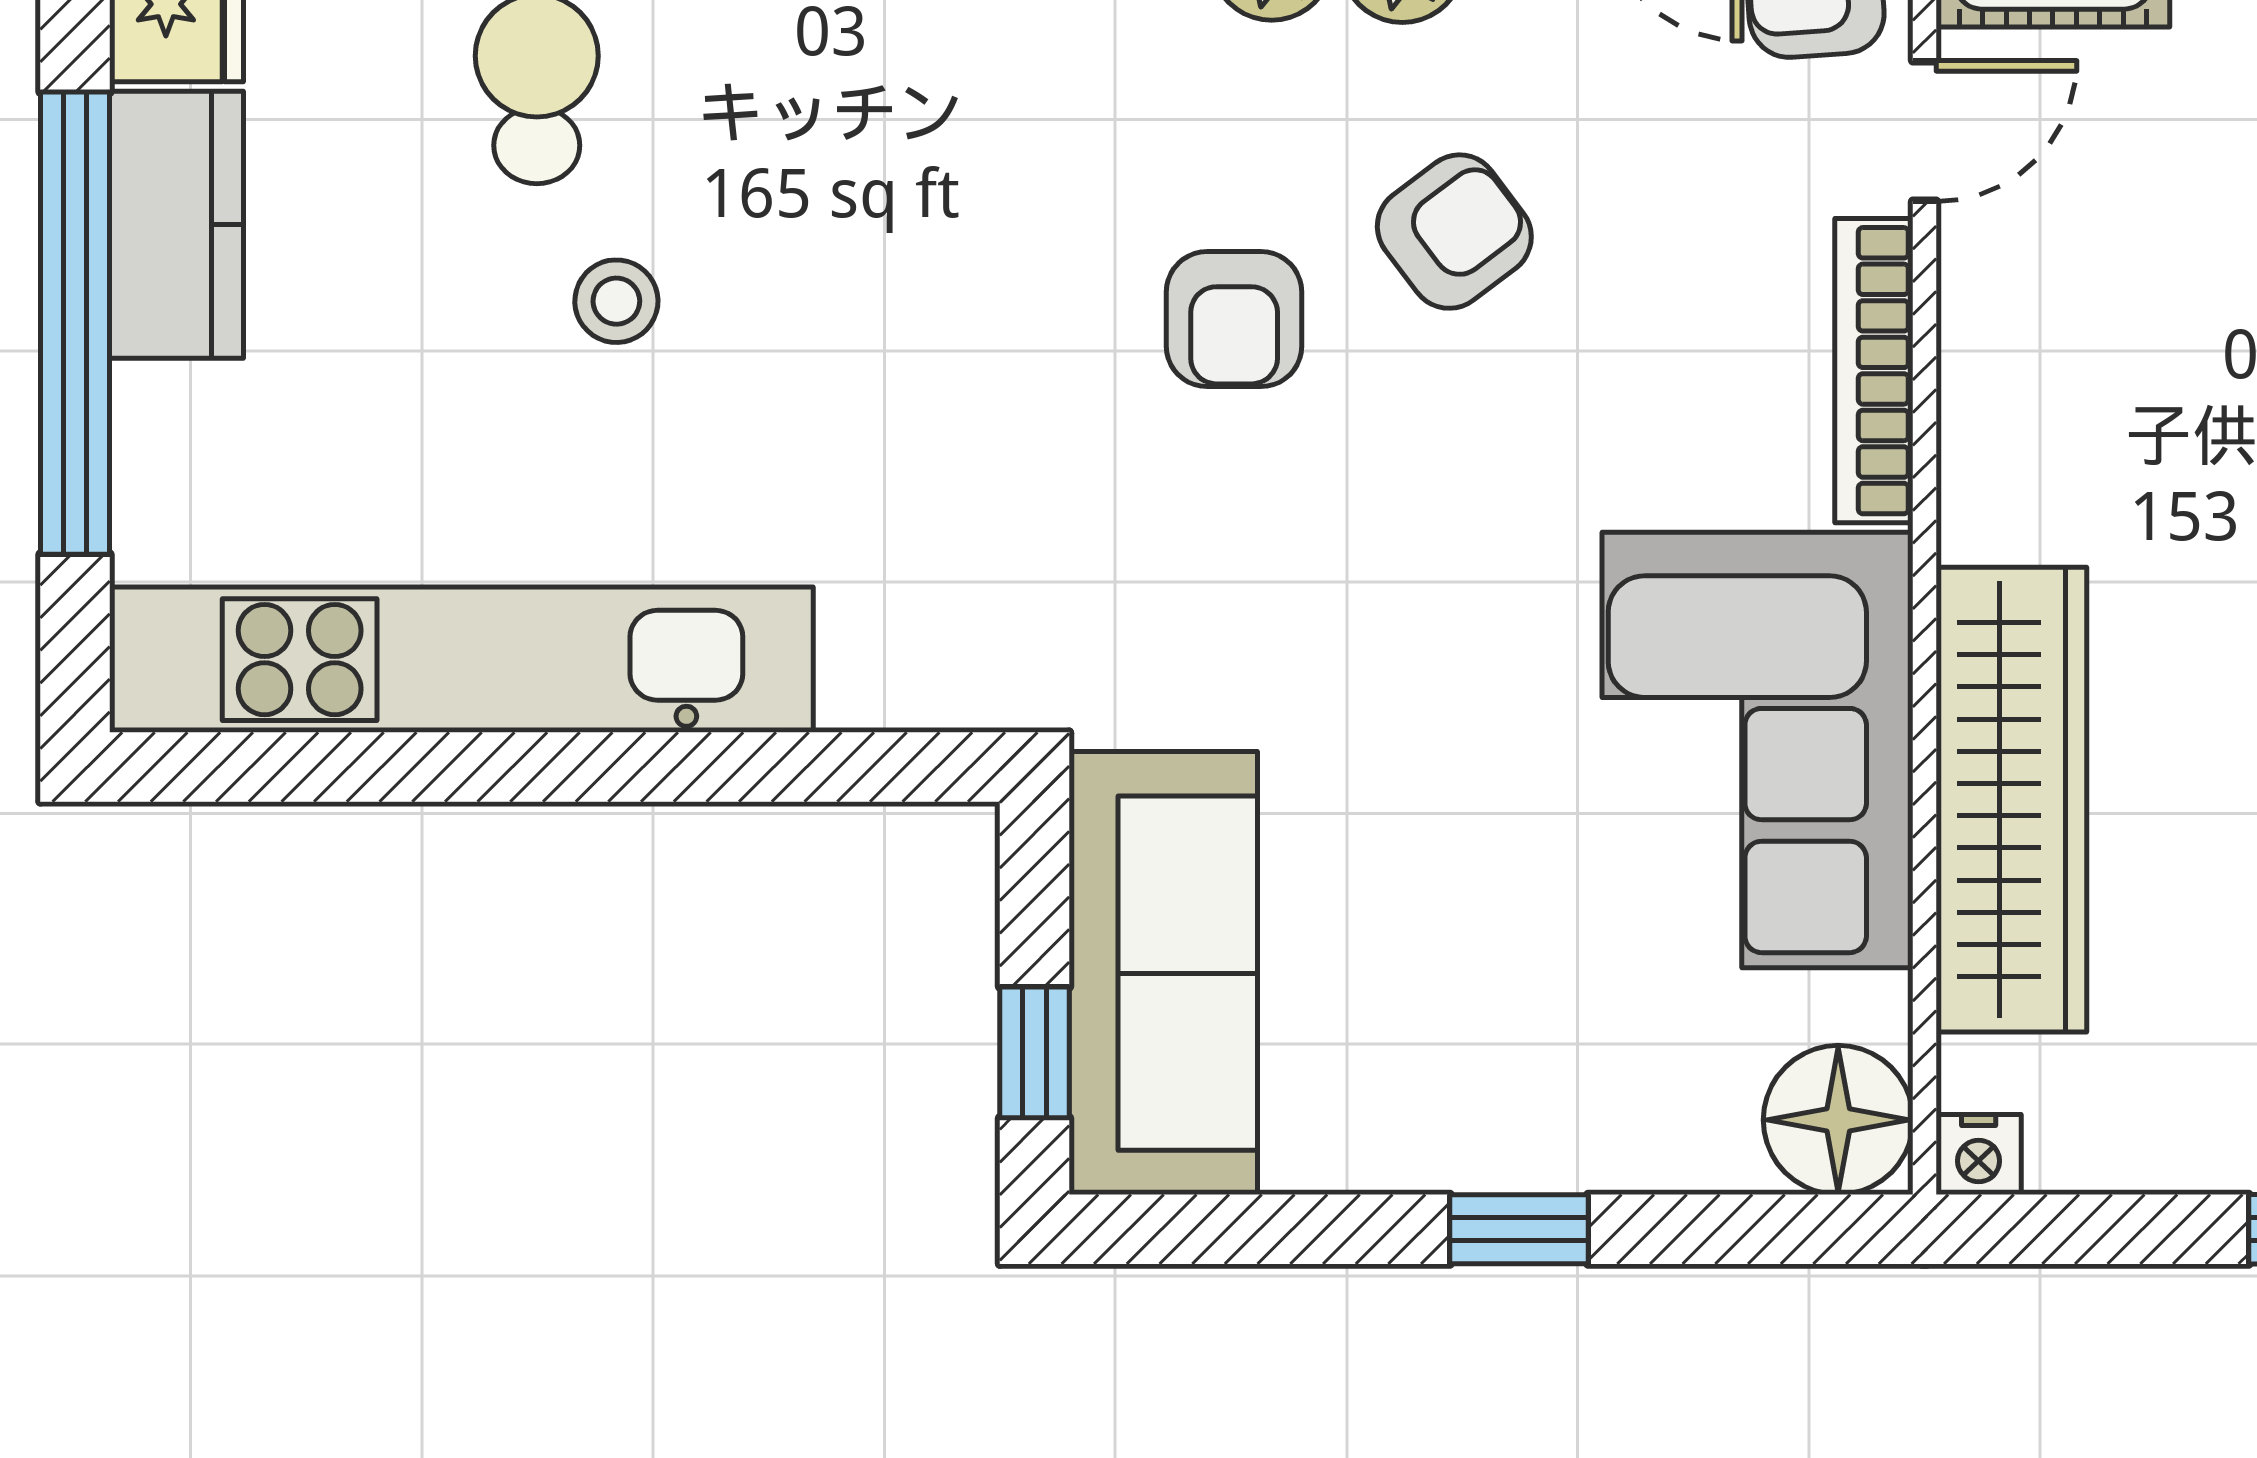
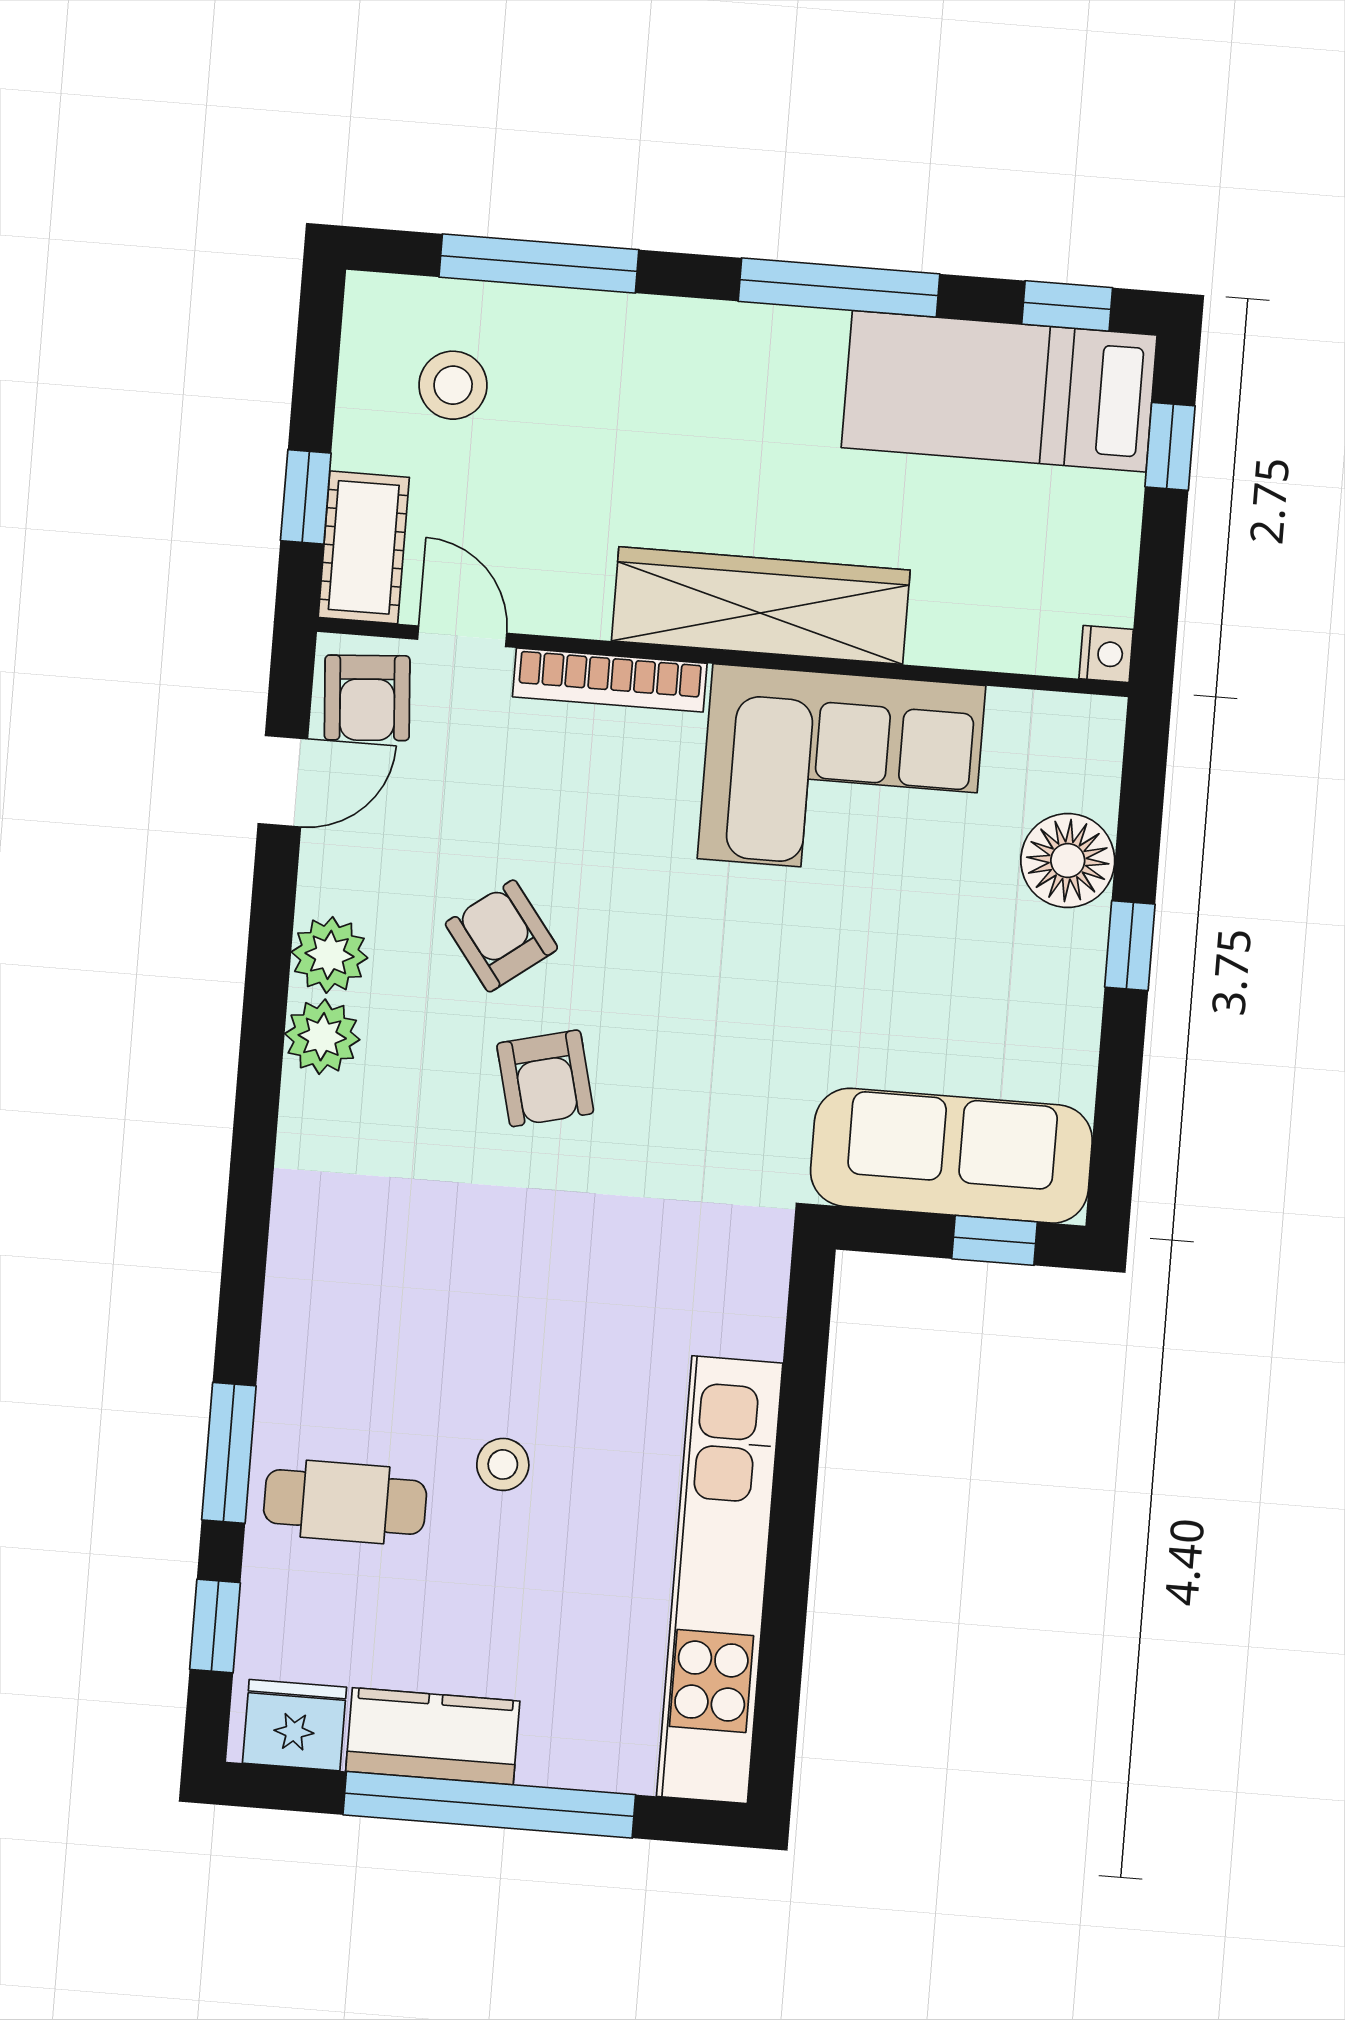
armchair: (1234, 319) -> (545, 1078), turned 76
wardrobe: (2011, 800) -> (761, 606), moved
floor lamp: (1838, 1120) -> (1068, 860), moved

